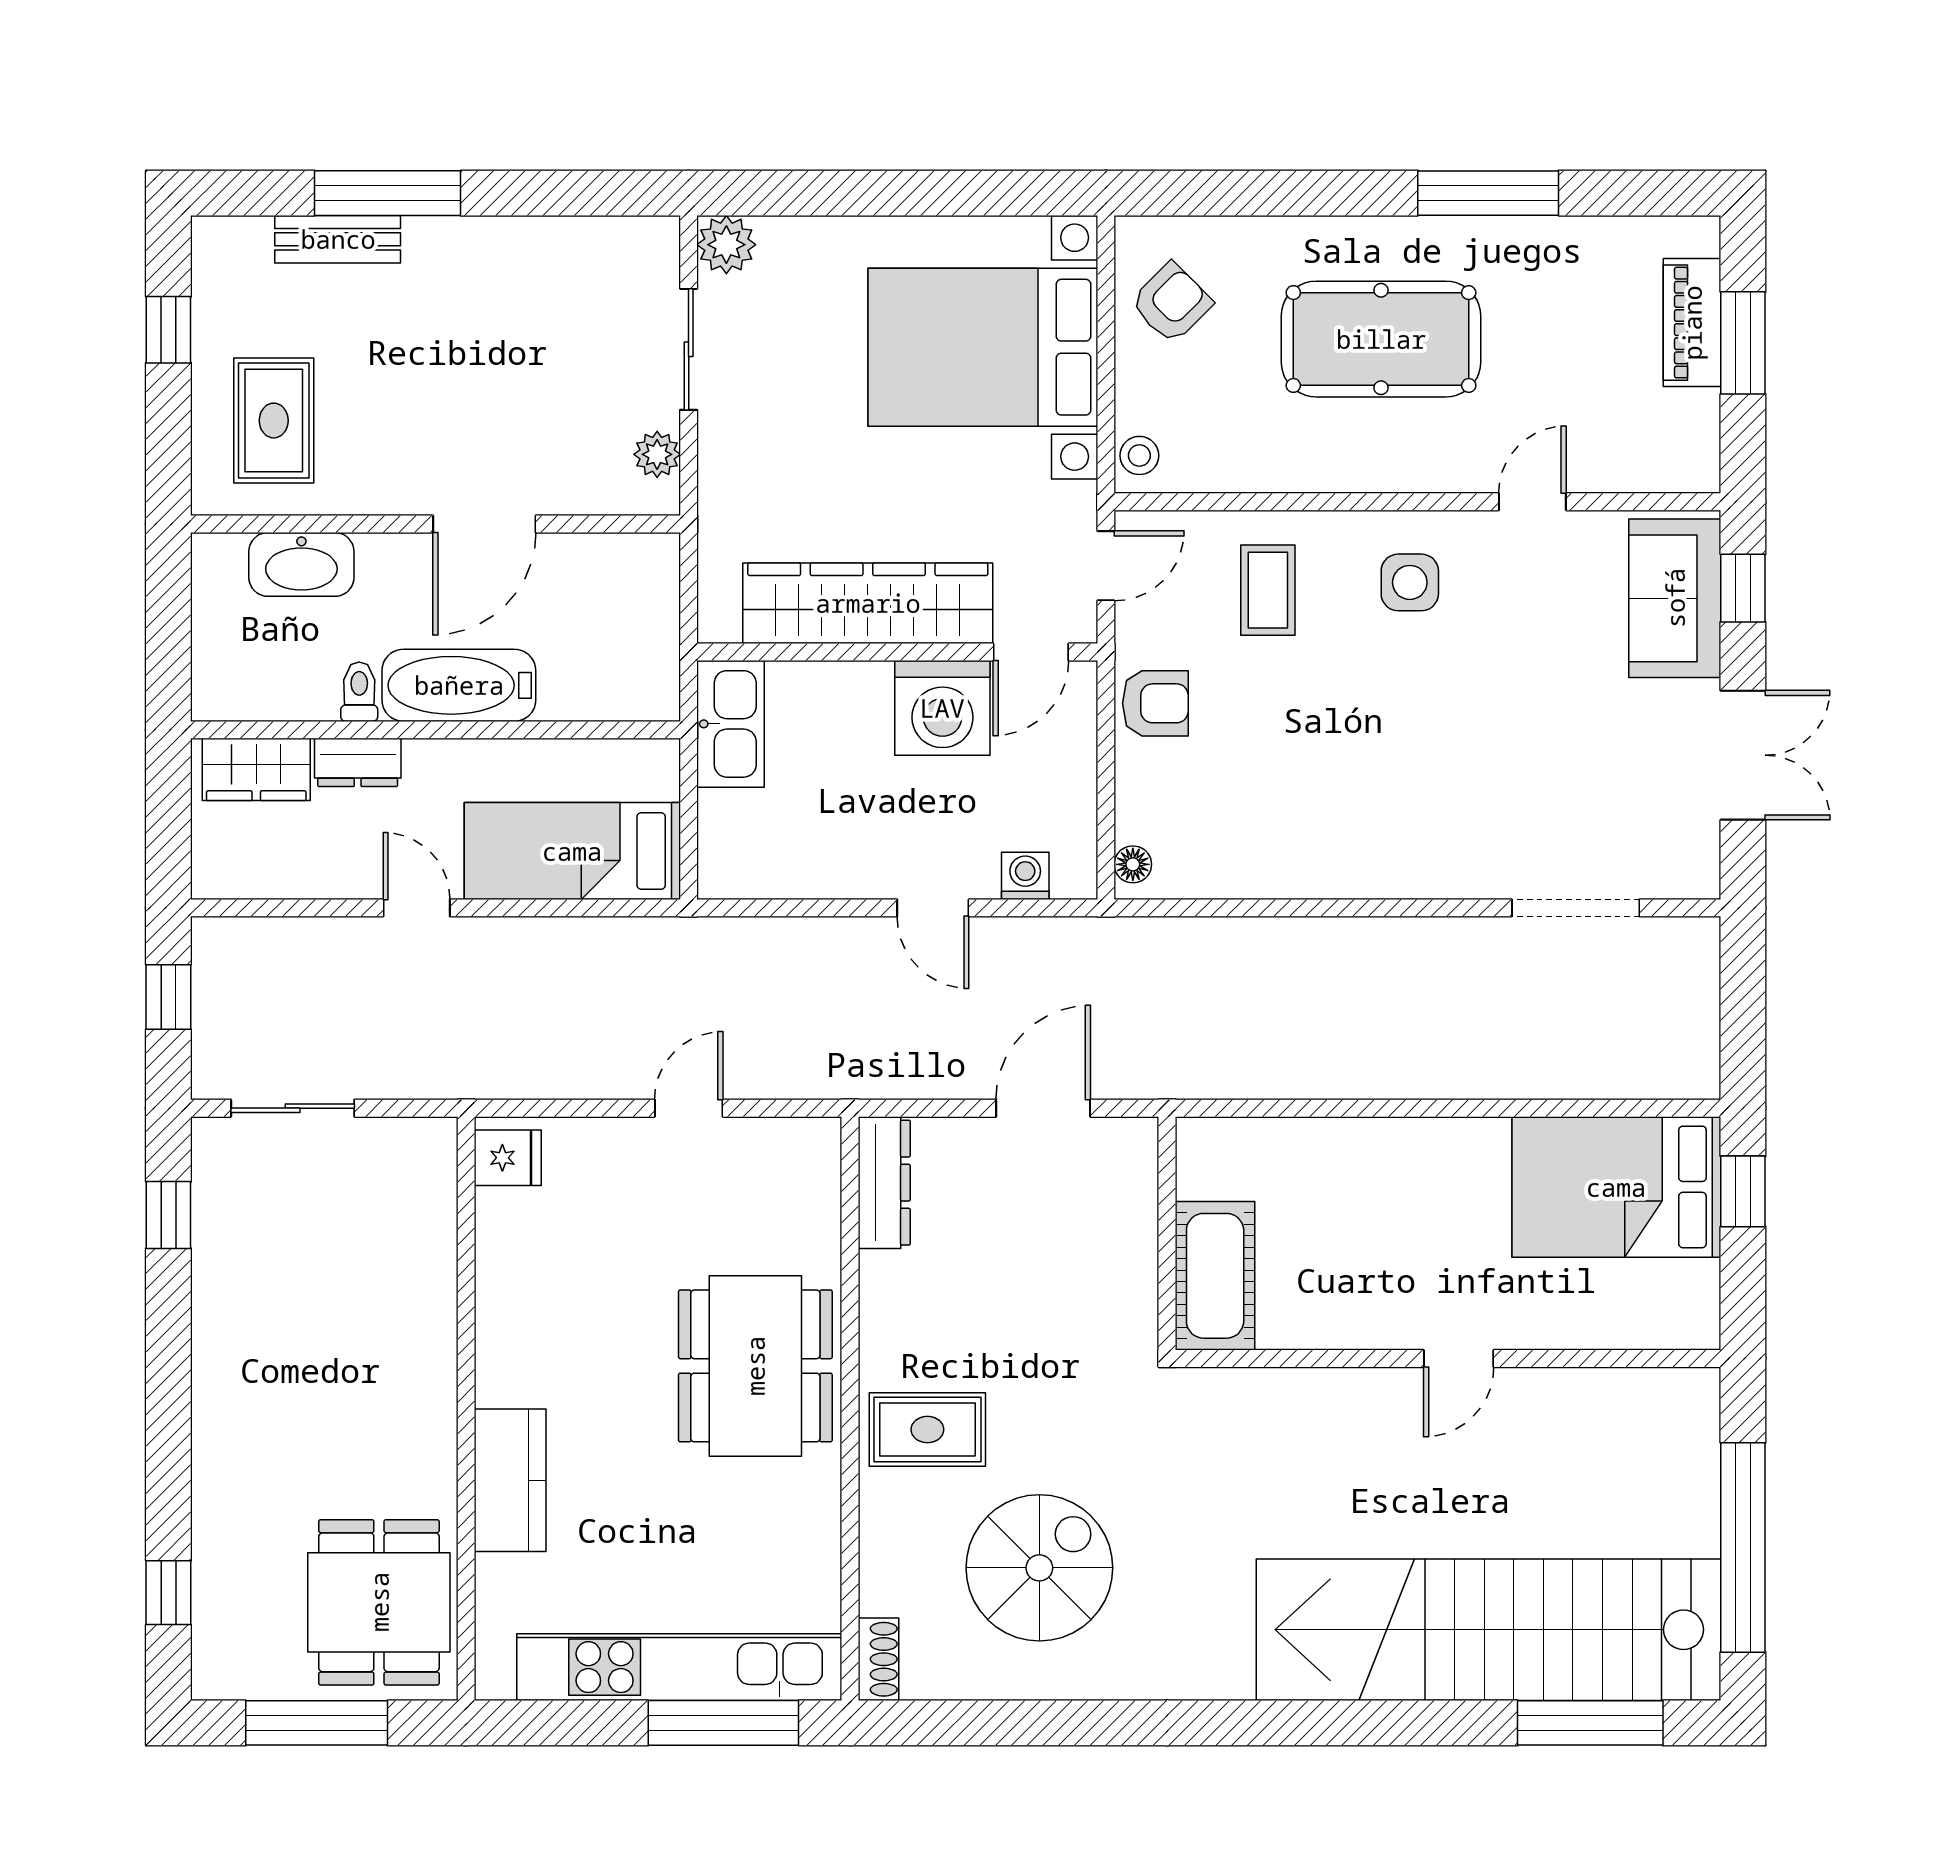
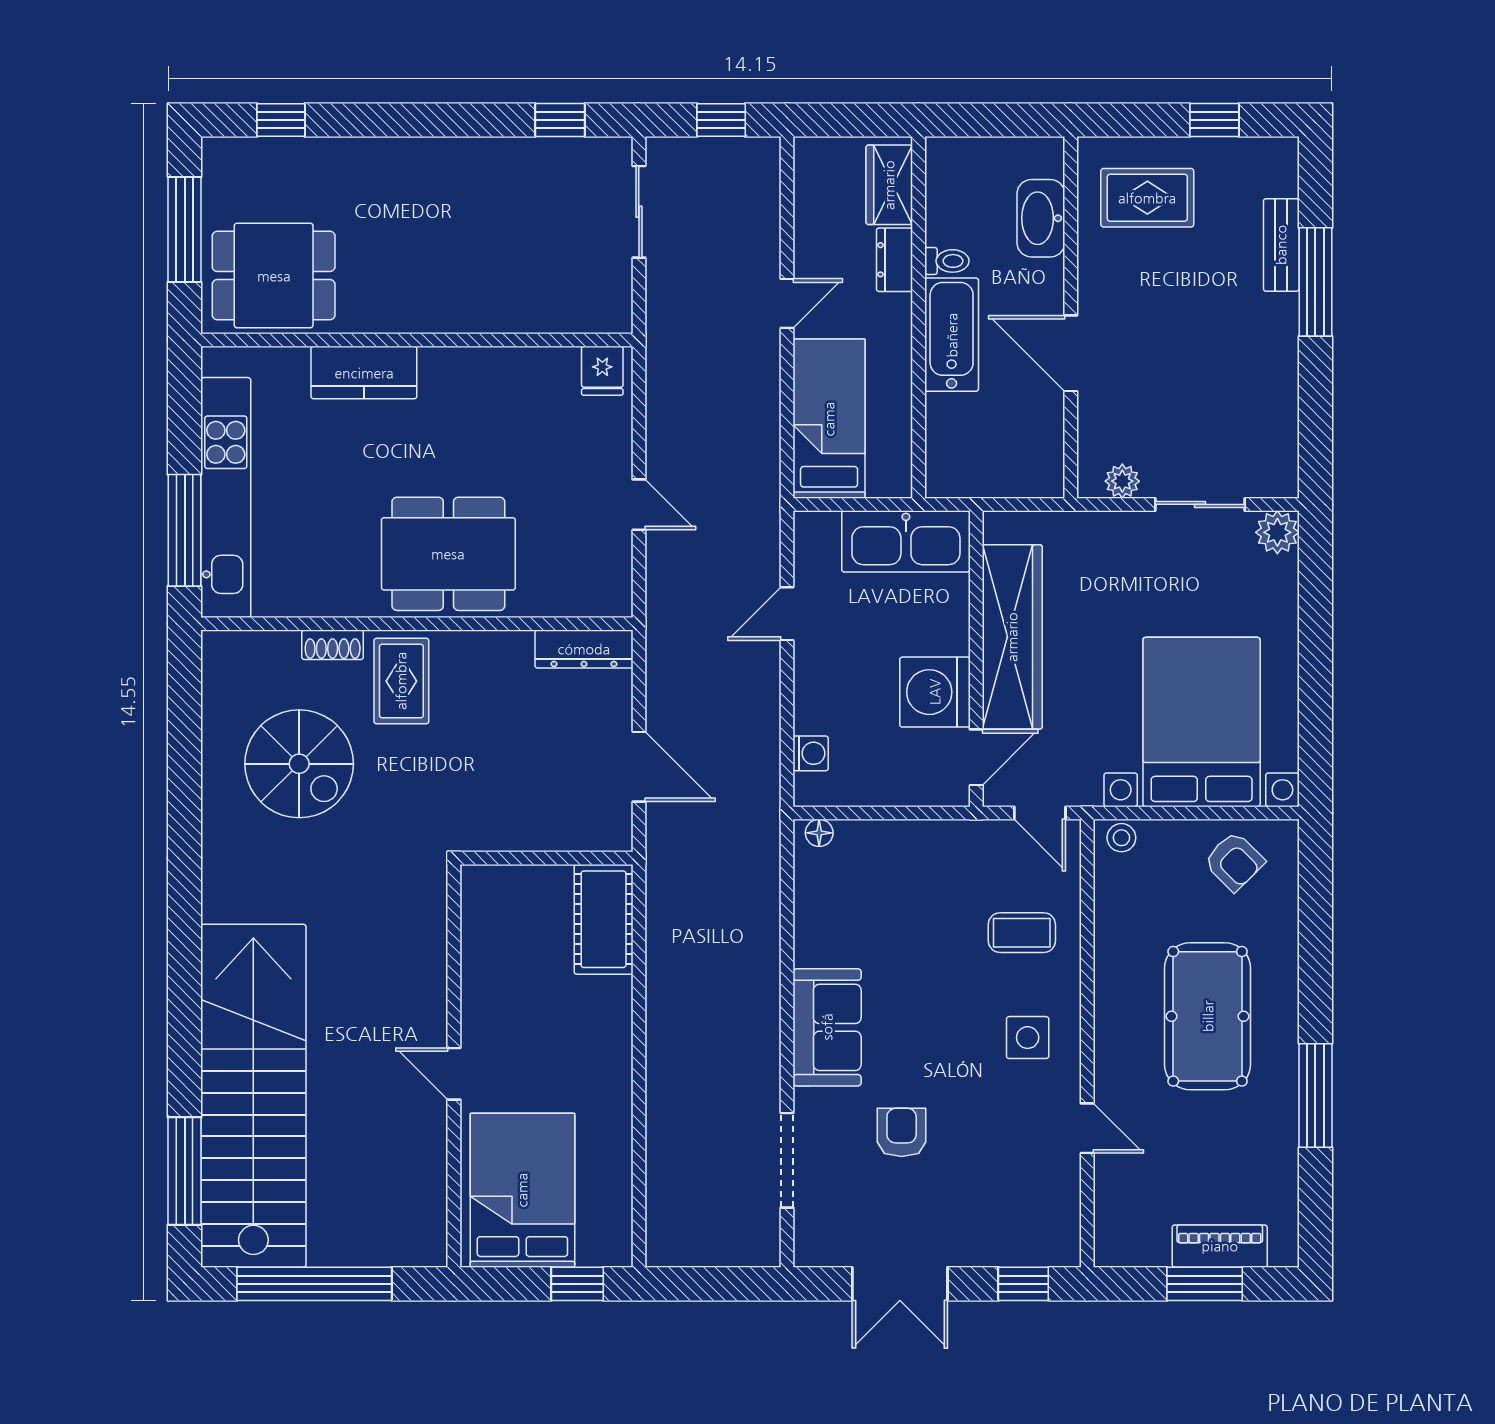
sofa: (1675, 598) -> (827, 1027), moved, turned 90
door: (1031, 652) -> (976, 757), swing flipped
armchair: (1155, 703) -> (902, 1132), moved, turned 180
kitchen sink: (731, 724) -> (906, 541), width x1.36, depth x1.24
door: (933, 908) -> (787, 614), moved
bed: (1616, 1187) -> (522, 1190), moved
cot: (1215, 1276) -> (604, 919), moved, turned 90
shoe rack: (878, 1659) -> (333, 645), moved

